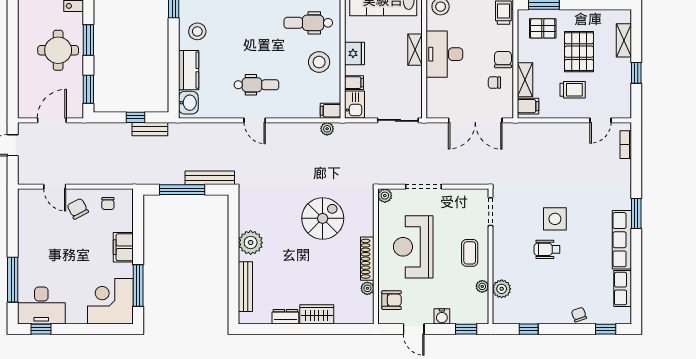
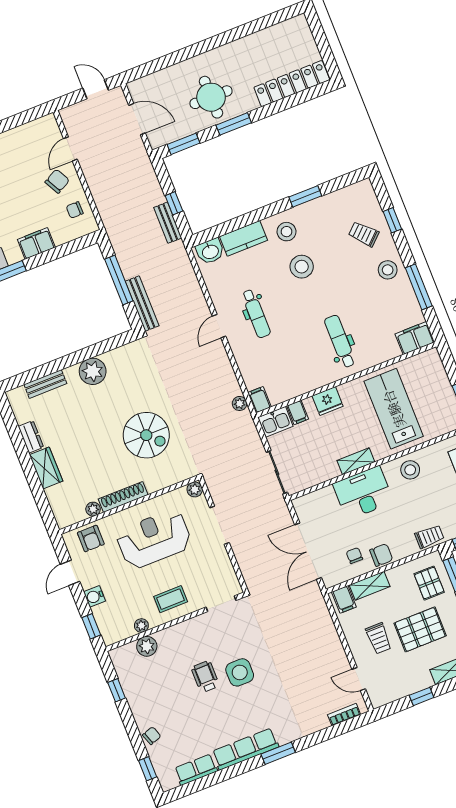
stool: (319, 62) -> (302, 267), moved
bench: (245, 287) -> (45, 384), width x0.73

